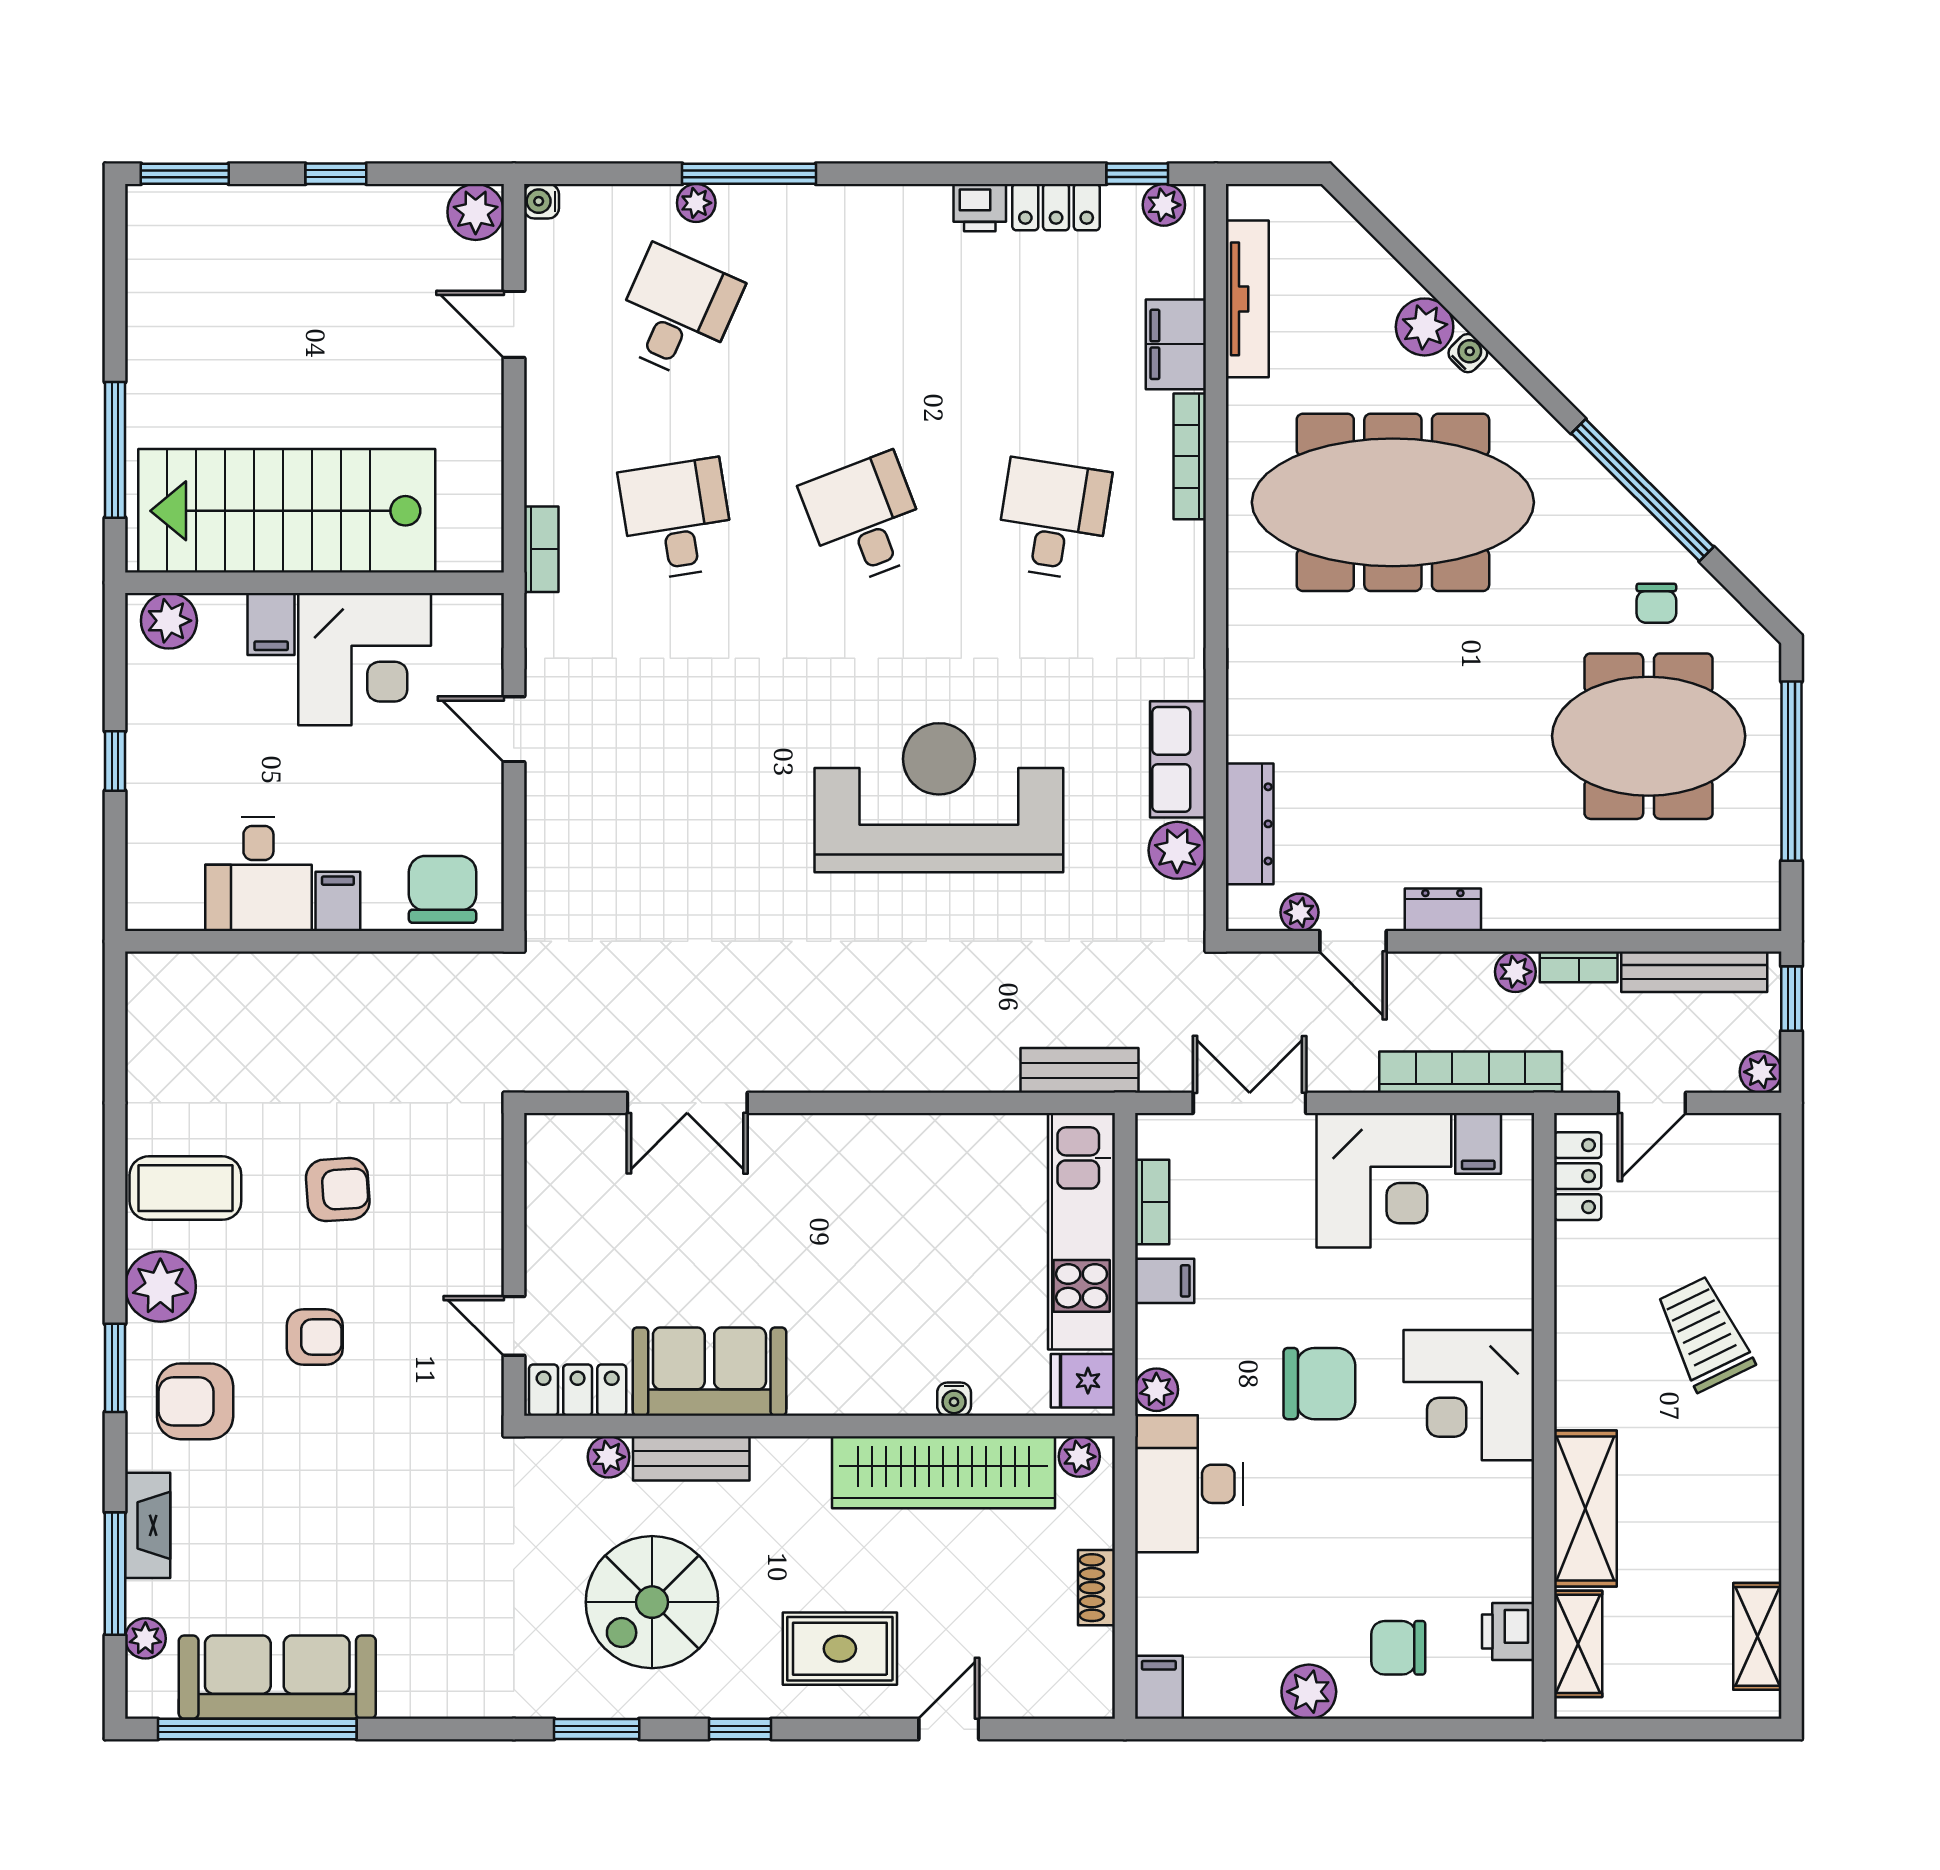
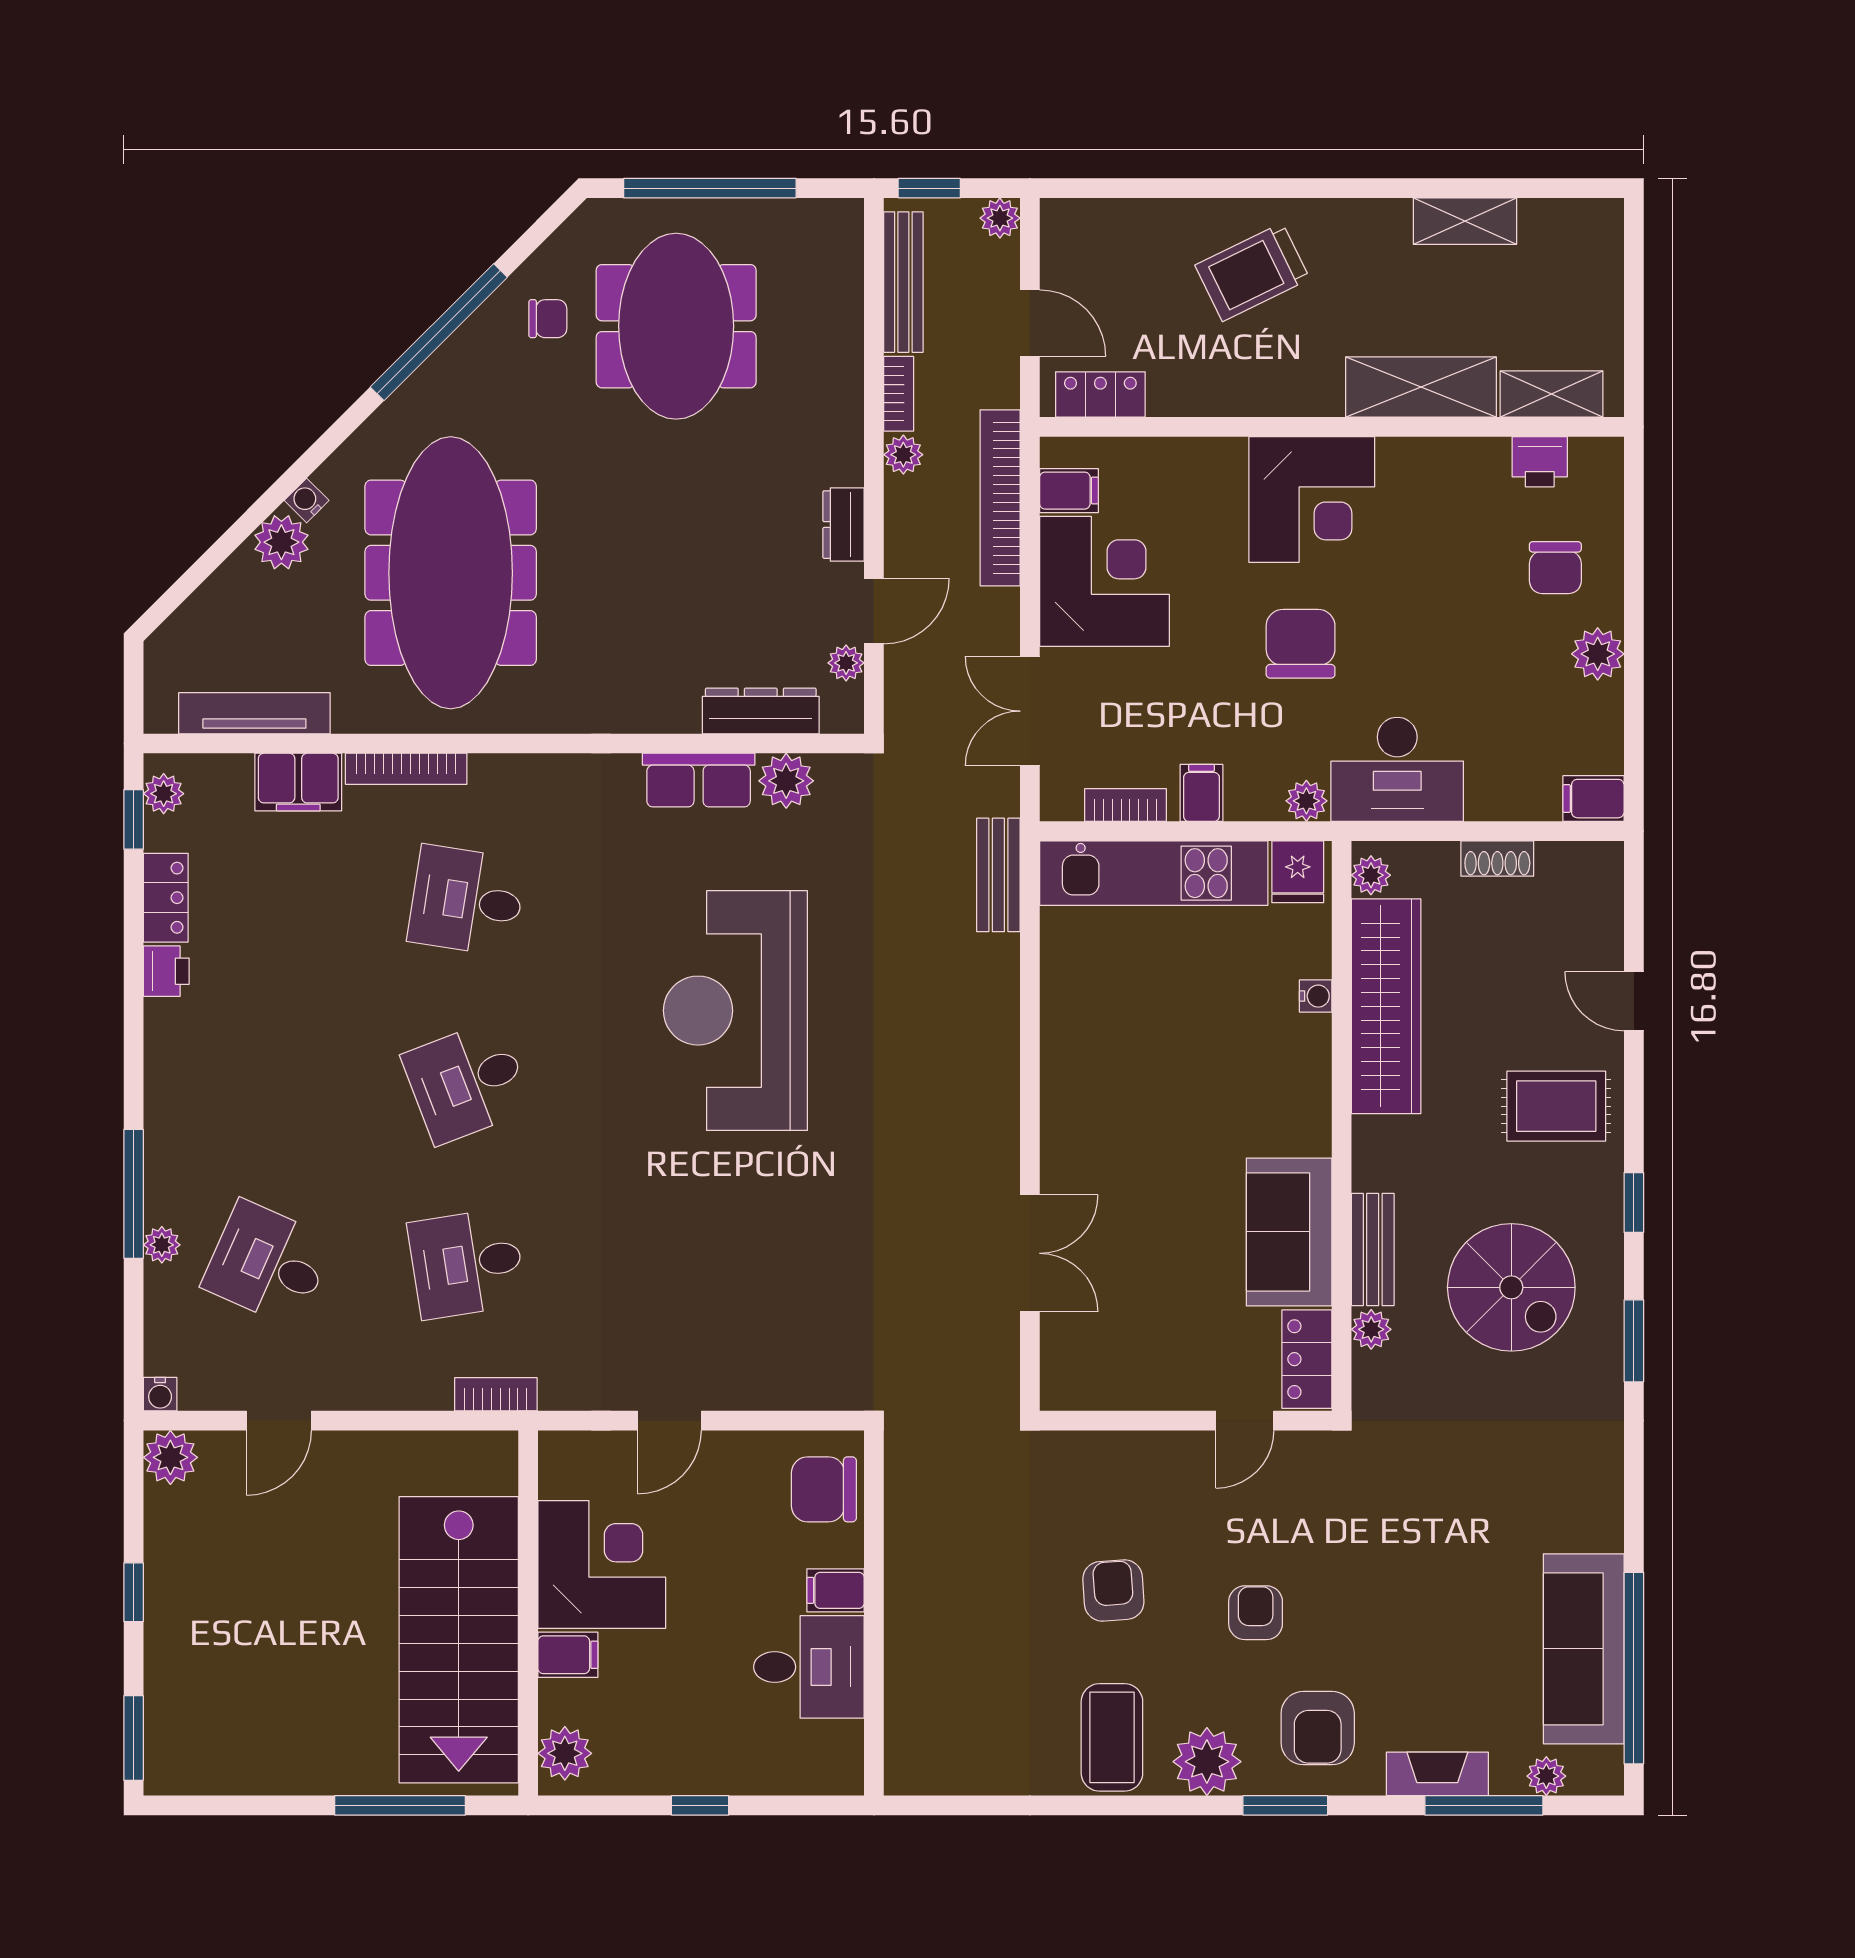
shelving: (1757, 1636) -> (1465, 221), moved
rug: (840, 1649) -> (1556, 1106), turned 90

